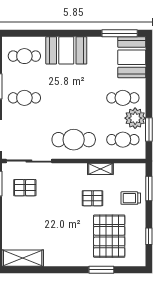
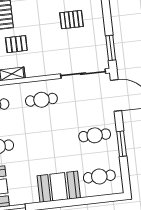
cafe table: (74, 140) -> (41, 100), width x0.73, depth x0.74
pallet: (25, 188) -> (72, 20), moved

